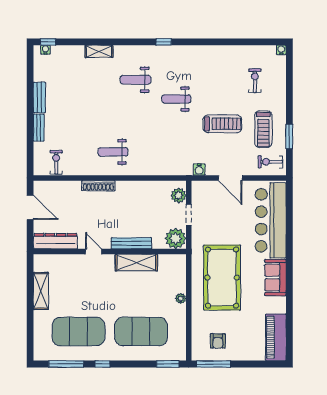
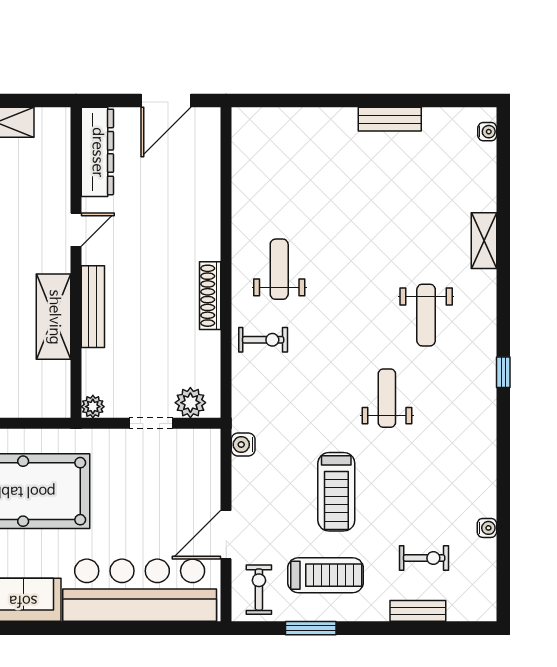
window: (48, 42) -> (503, 136), removed
water cooler: (281, 50) -> (487, 528), moved
weight bench: (136, 80) -> (426, 315), turned 180
bench: (39, 128) -> (418, 611), moved
treadmill: (263, 129) -> (325, 575), turned 180
exercise bike: (56, 162) -> (263, 340), moved
door: (230, 178) -> (226, 535), moved
shoe rack: (98, 186) -> (210, 296), moved
plant: (176, 238) -> (93, 407), width x0.53, depth x0.53

